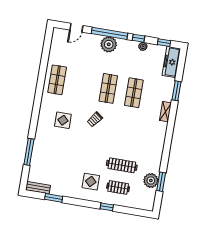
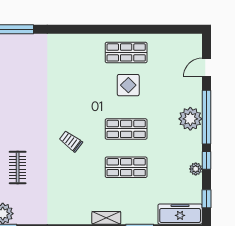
door: (76, 28) -> (206, 68), hinge flipped
trolley: (95, 119) -> (71, 141), moved
display table: (63, 120) -> (128, 85), moved
clothes rail: (122, 165) -> (18, 168), width x0.73

